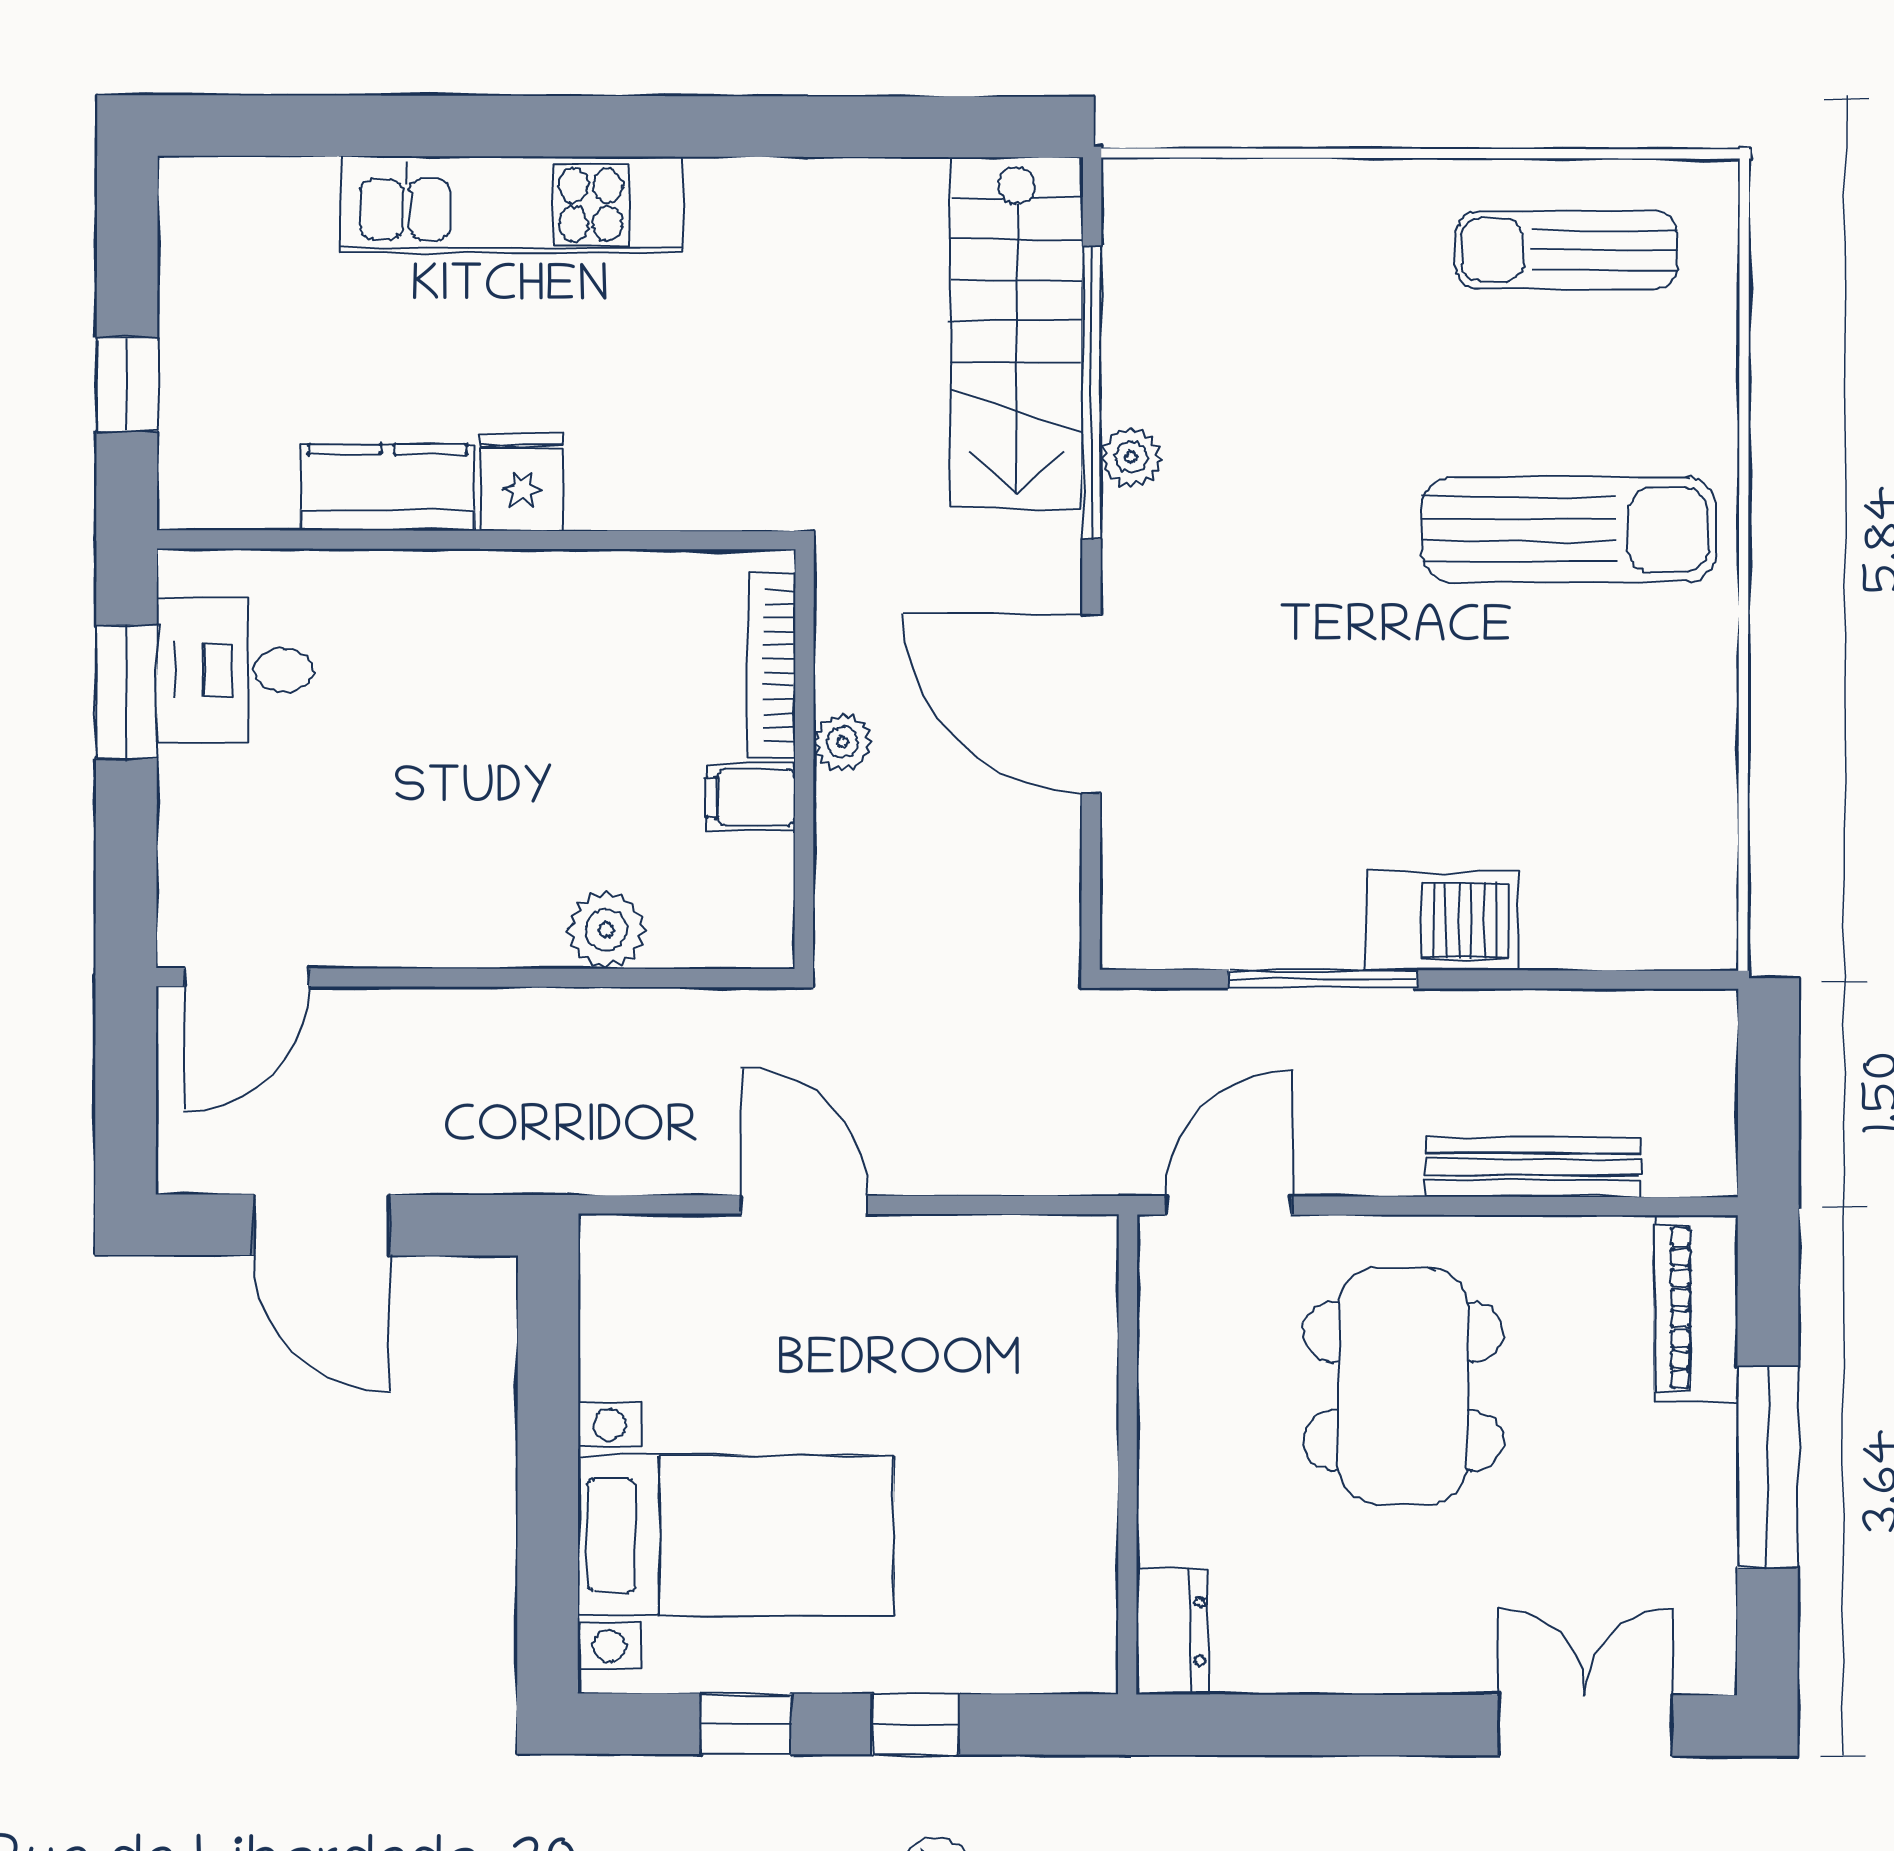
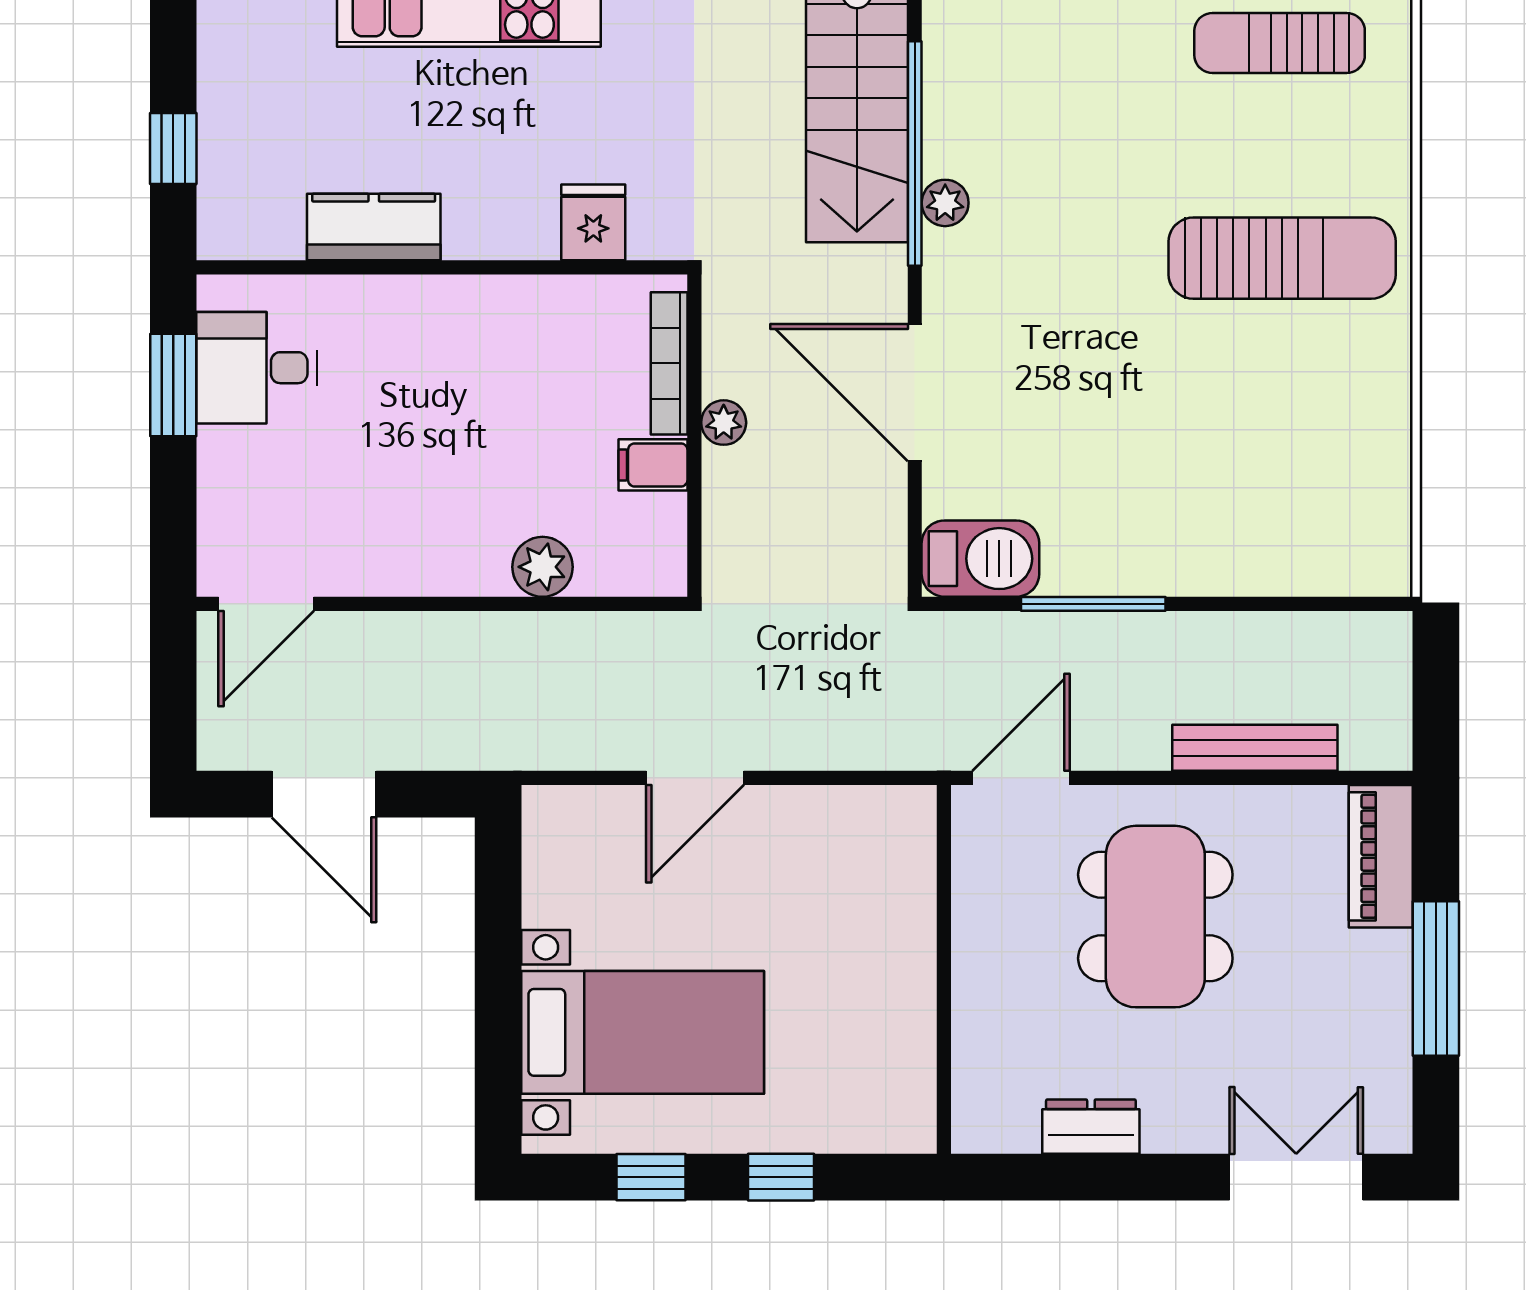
fridge: (522, 481) -> (593, 222), moved
barbecue: (1442, 920) -> (980, 559), moved
door: (804, 1205) -> (695, 778), swing flipped
dresser: (1172, 1631) -> (1091, 1127), moved, turned -90

